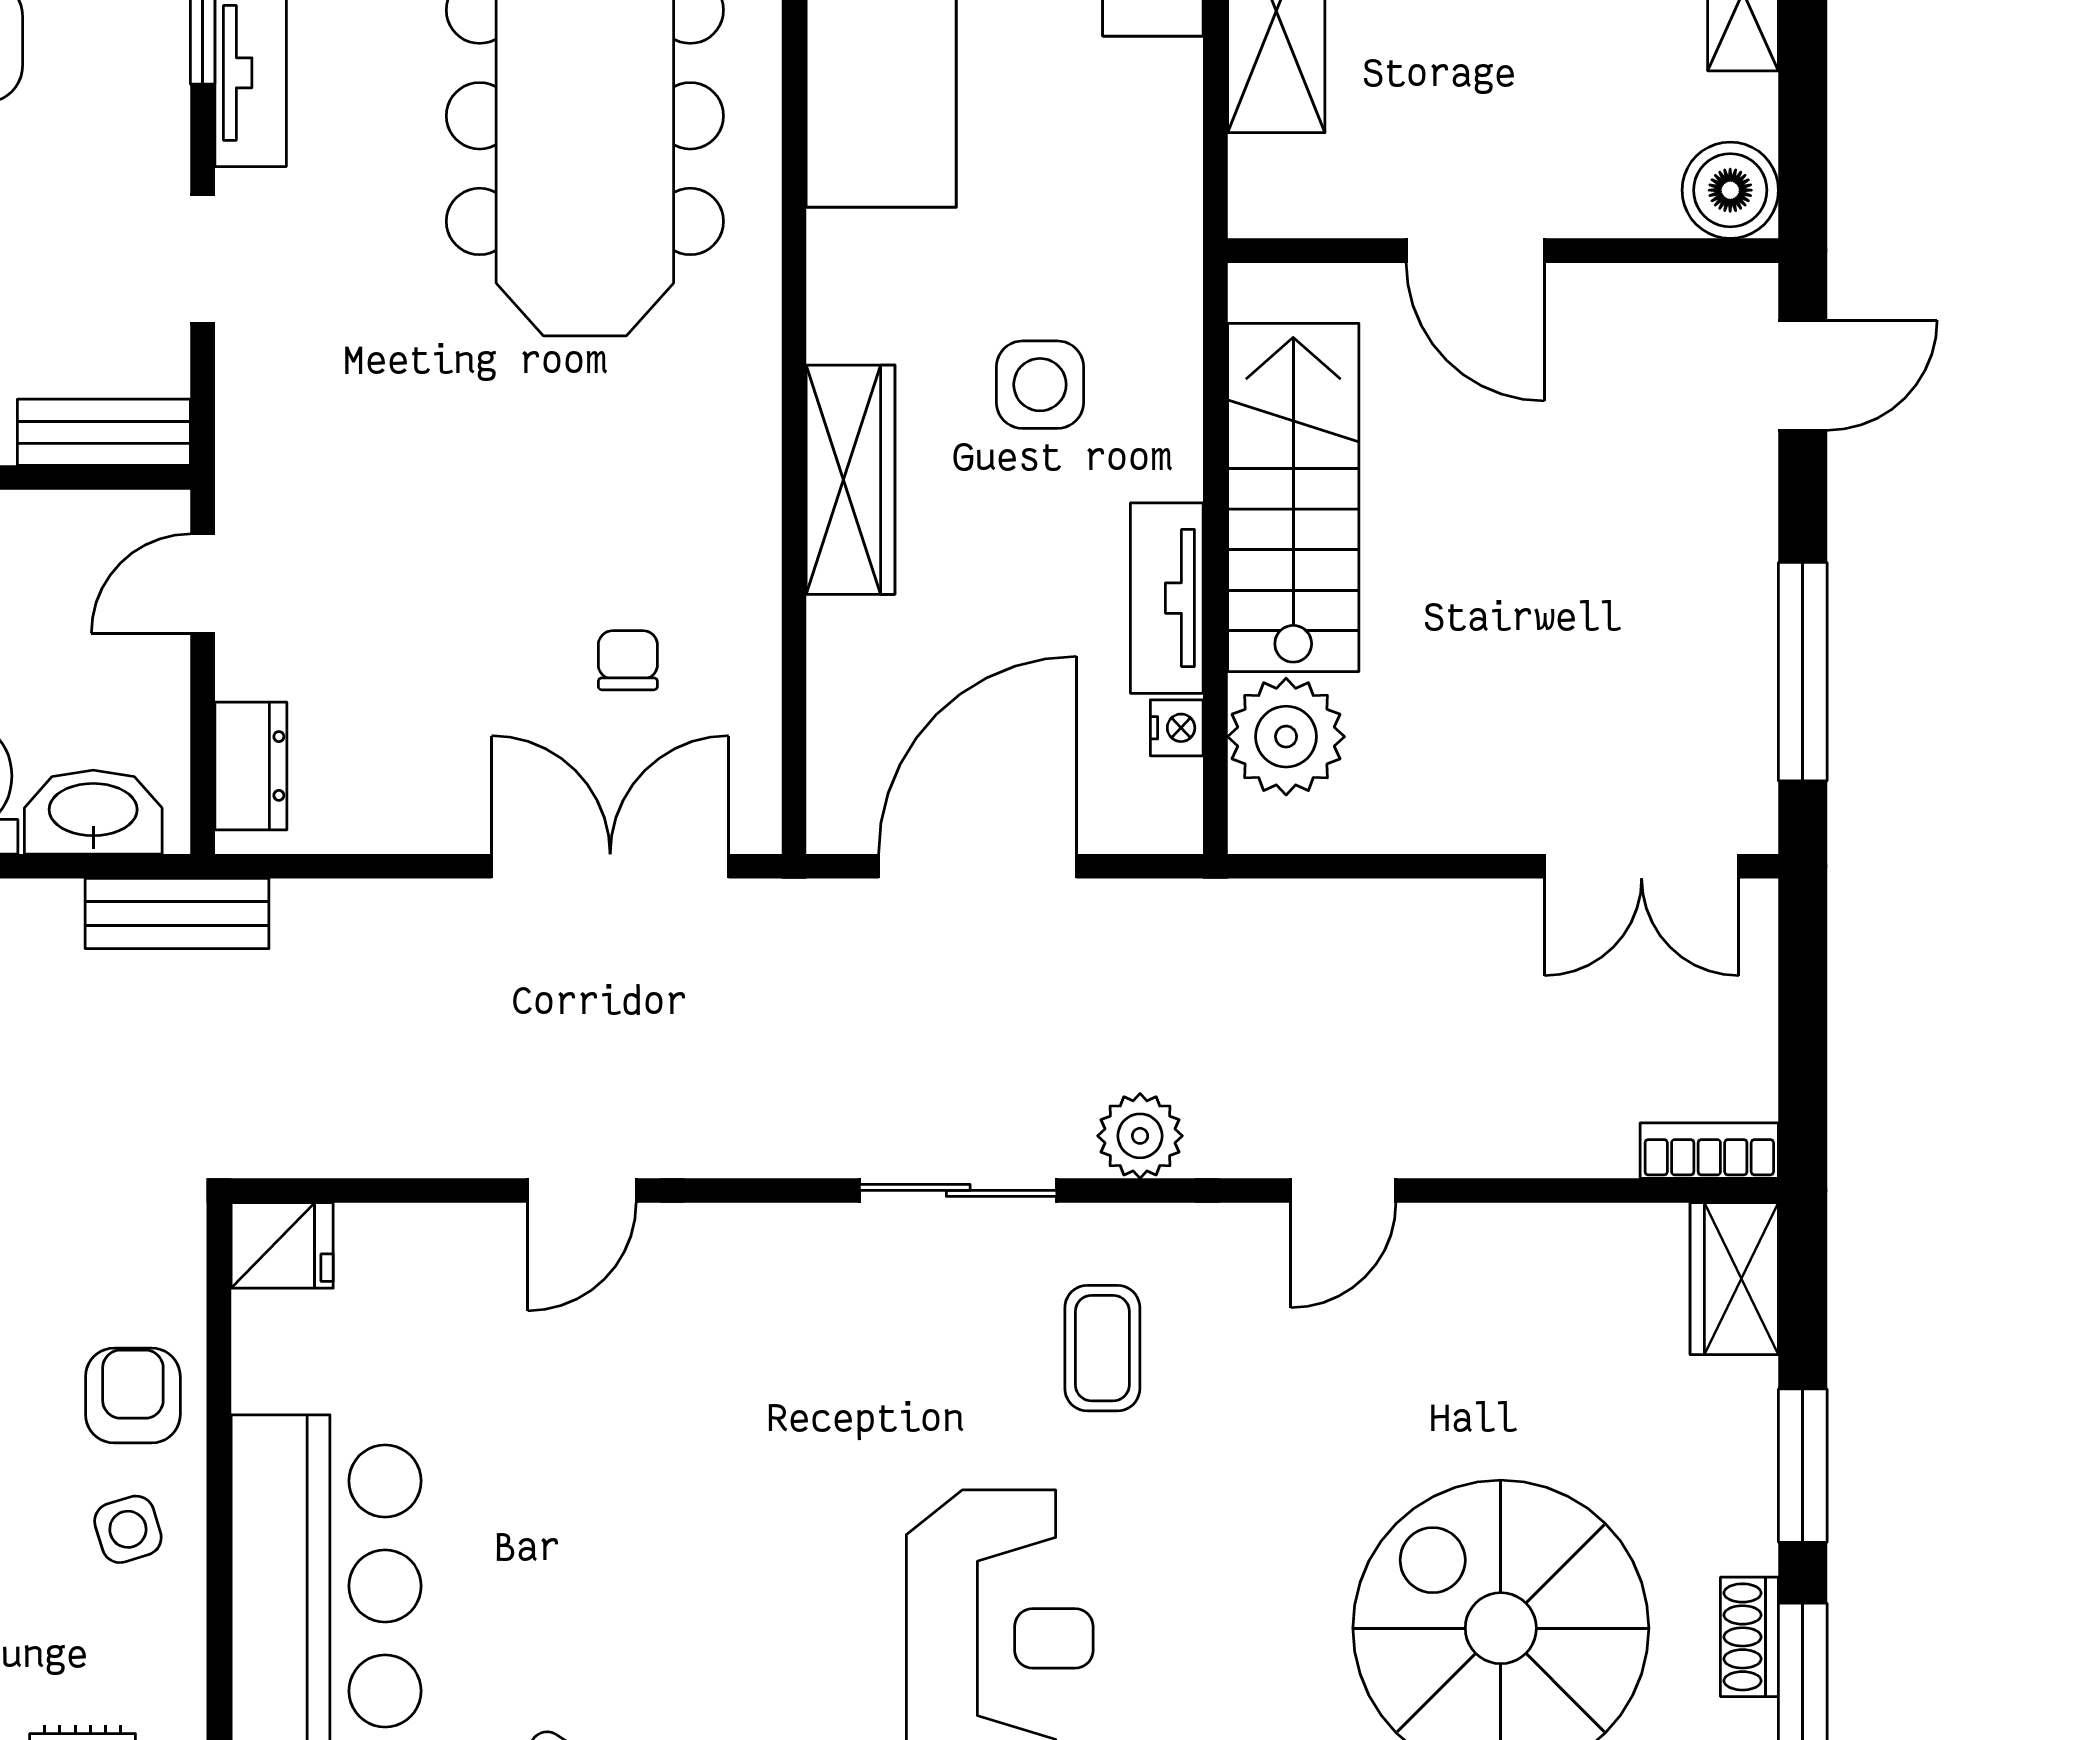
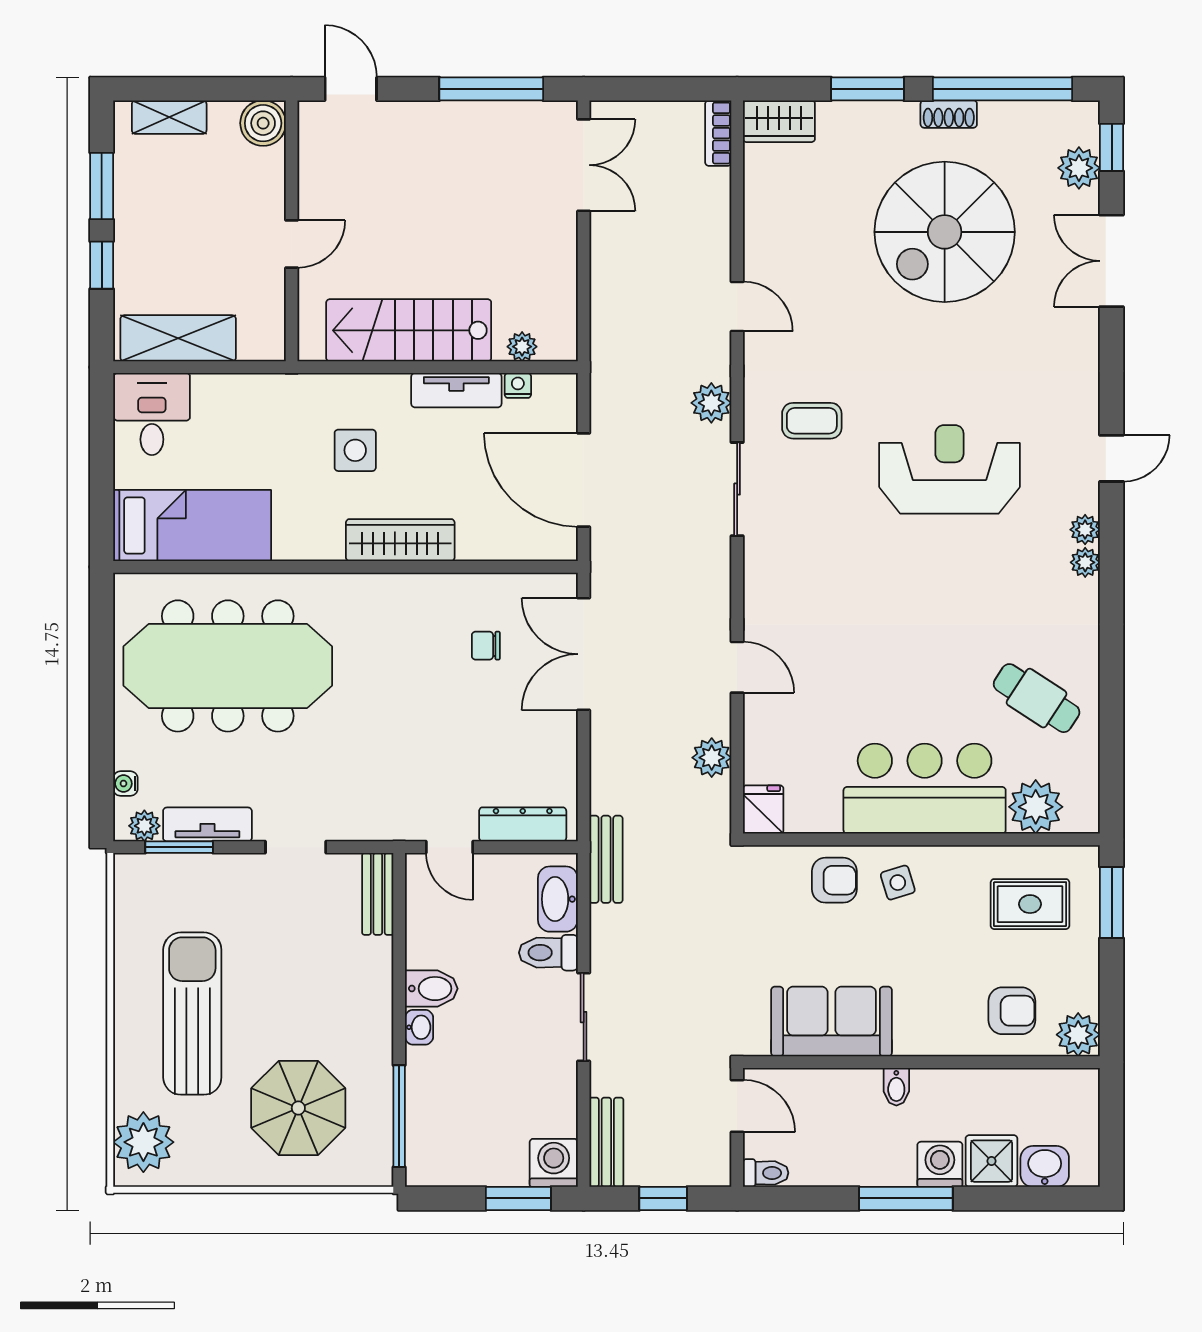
door: (1475, 251) -> (292, 244), width x0.73
plant: (1286, 737) -> (522, 347), width x0.53, depth x0.53
dresser: (251, 766) -> (523, 824), width x1.44
plant: (392, 1137) -> (712, 758), added
armchair: (133, 1395) -> (834, 880), turned 180

